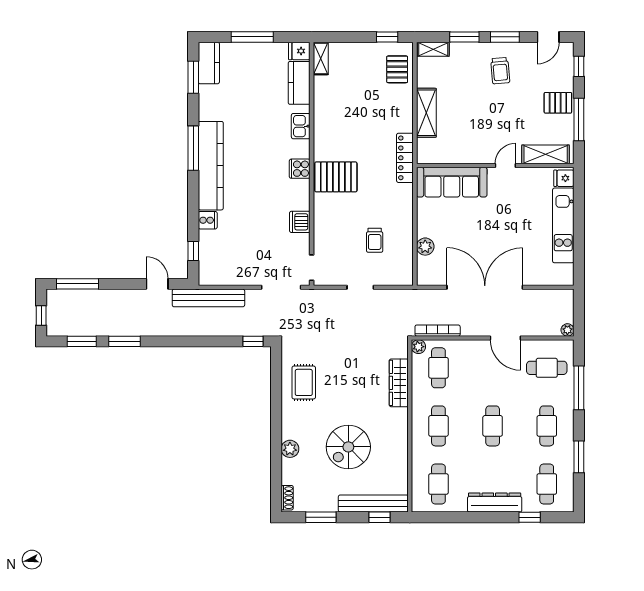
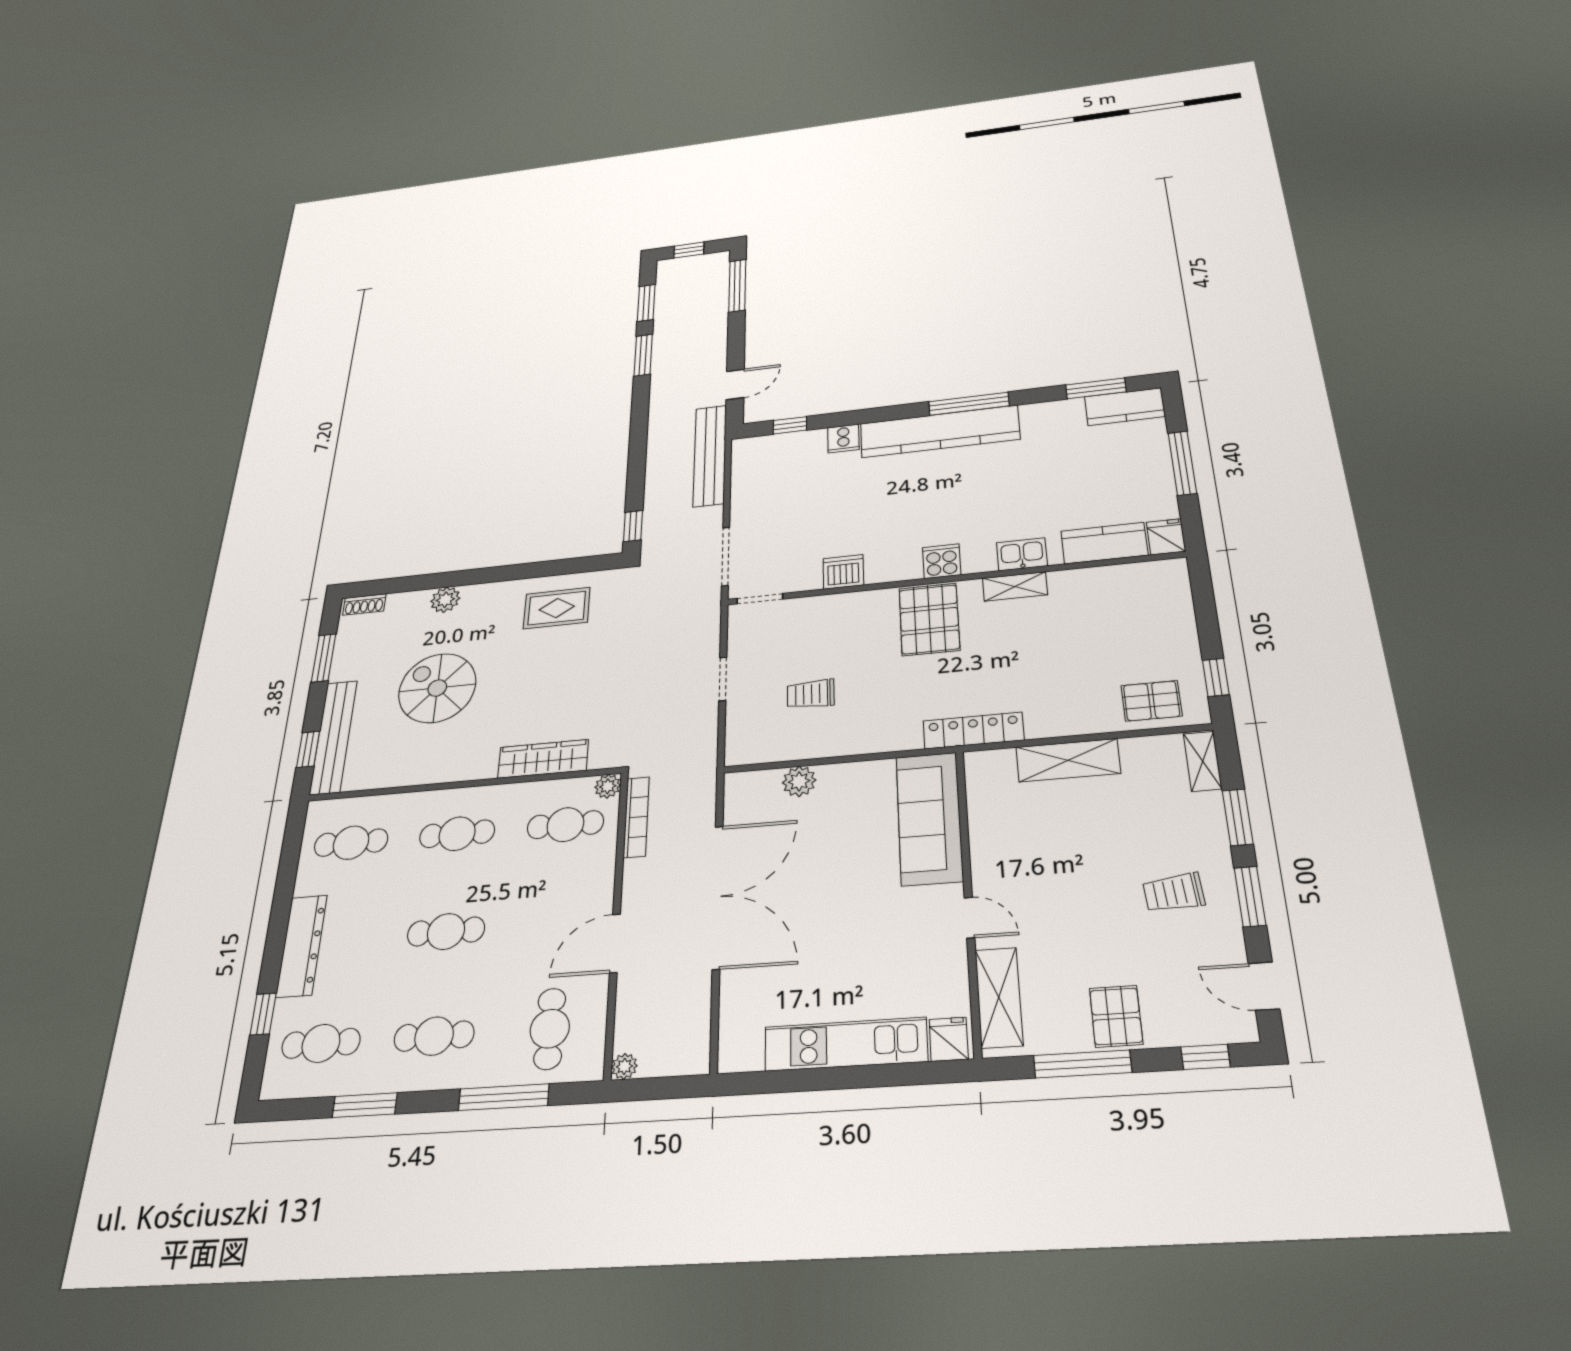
shelving: (321, 58) -> (1015, 586), moved

